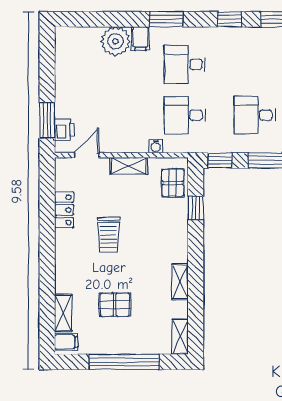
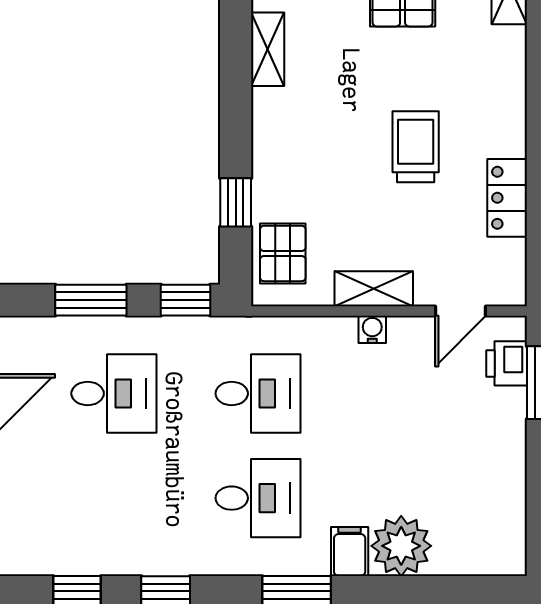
water cooler: (156, 146) -> (372, 329), moved

